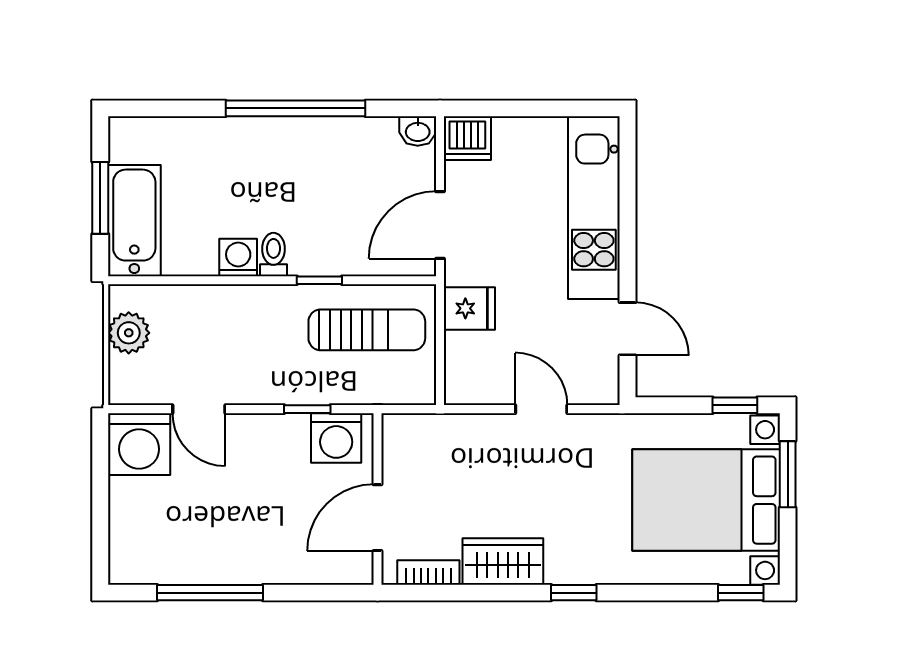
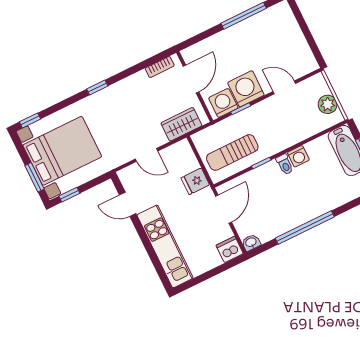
washing machine: (139, 444) -> (246, 89), moved
wardrobe: (503, 561) -> (181, 124), moved, turned 180

